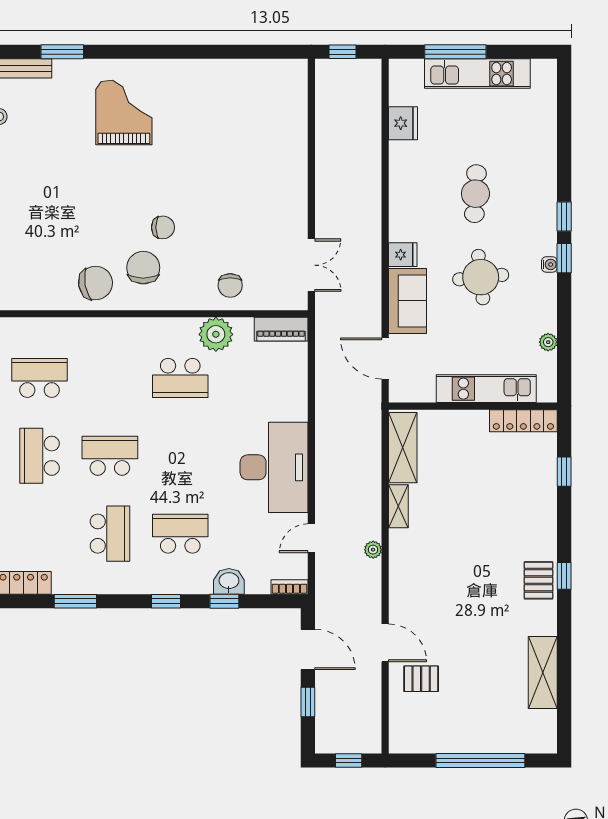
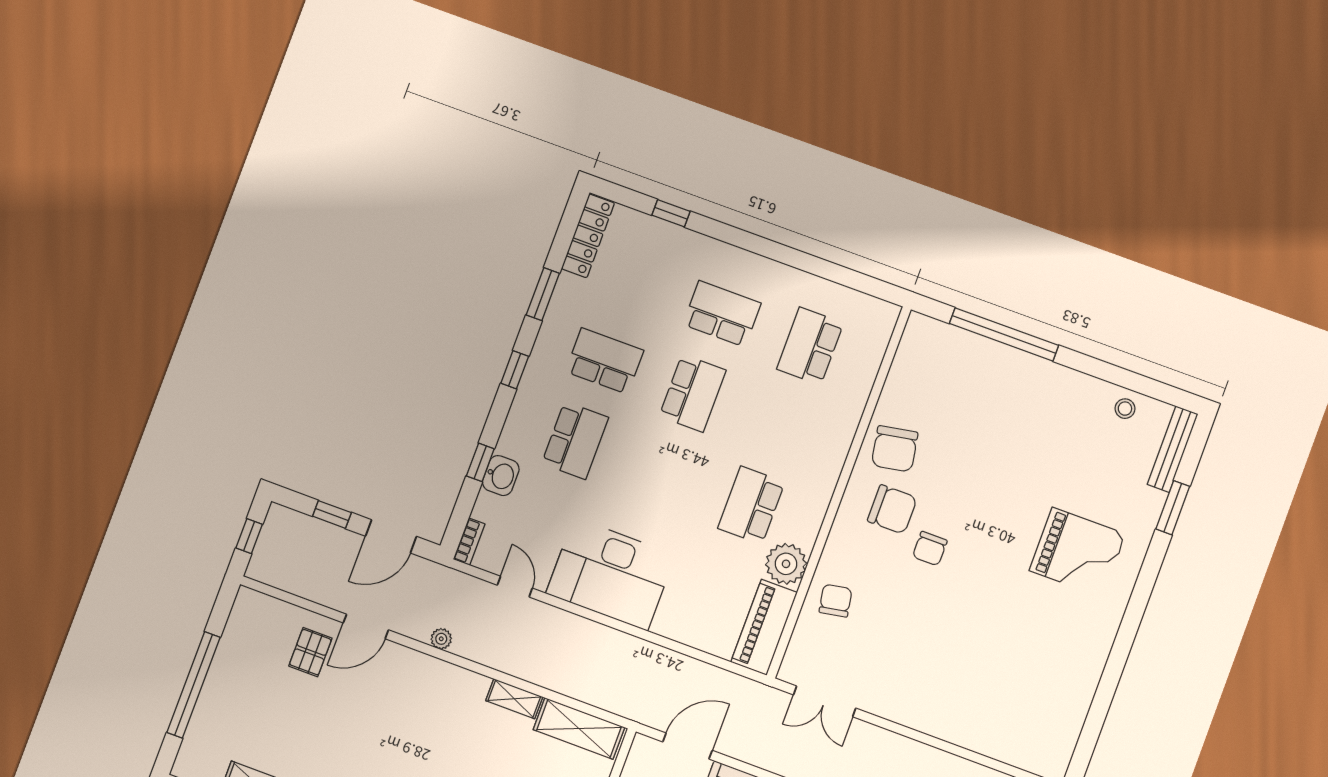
chair: (230, 285) -> (836, 601), turned 80
piano: (281, 329) -> (764, 627), width x1.37, depth x1.33
school desk: (40, 378) -> (810, 346), turned 180
school desk: (110, 534) -> (605, 361), turned 180
plant: (373, 550) -> (441, 639), moved
window: (166, 601) -> (515, 370), moved

